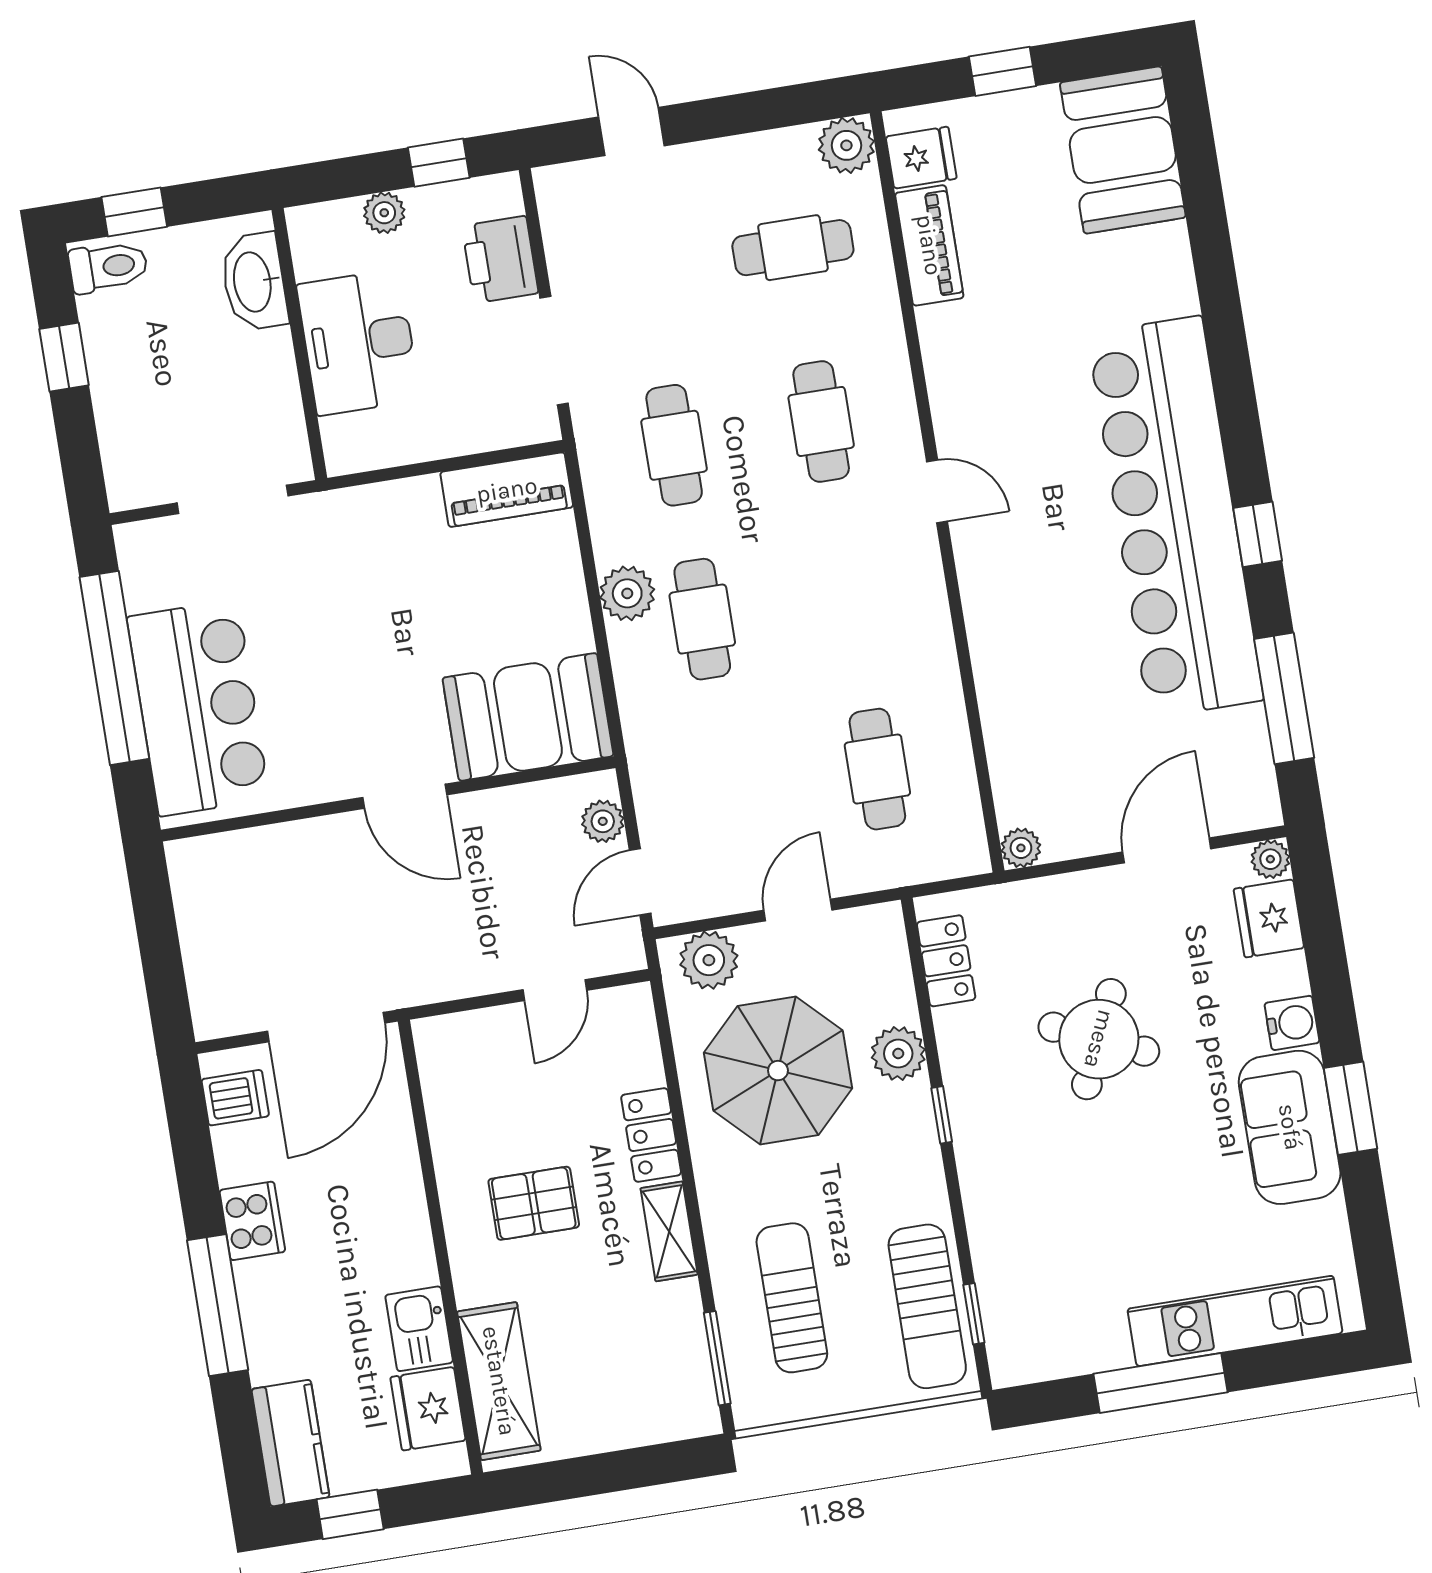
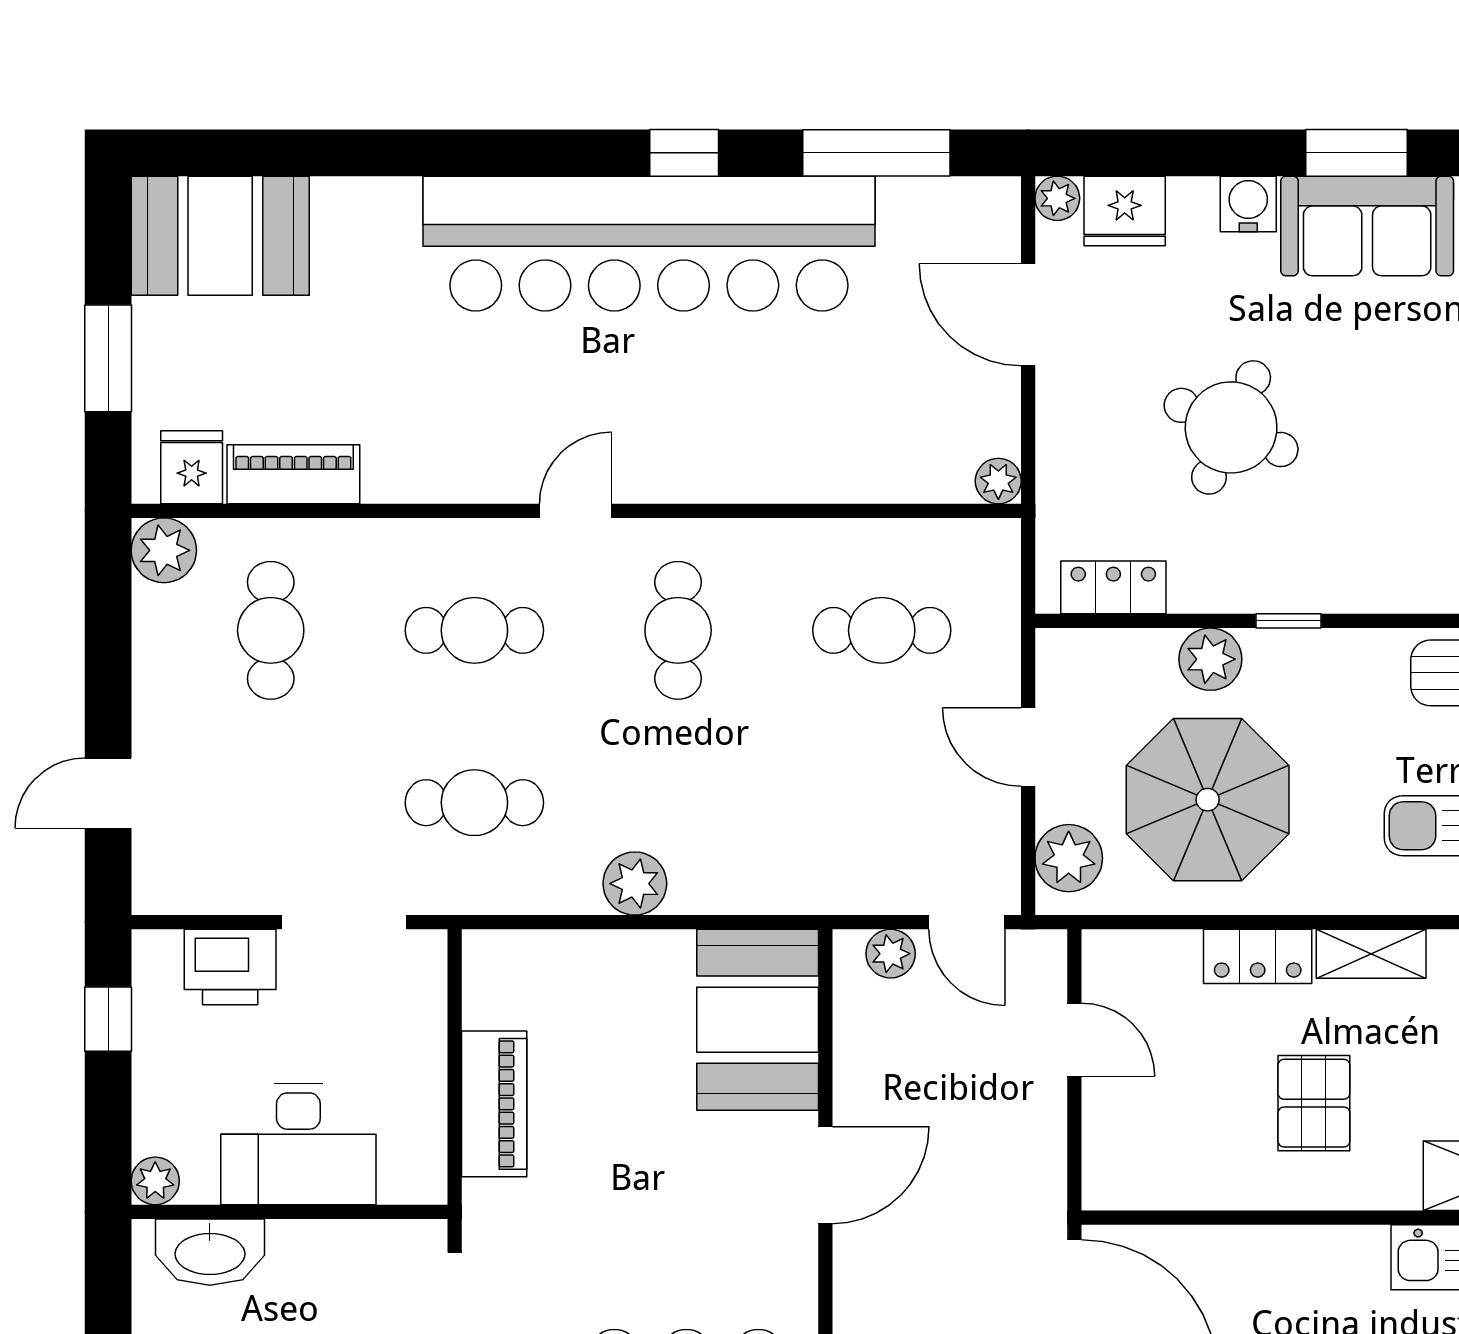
window: (1003, 71) -> (108, 358), width x1.50
plant: (384, 213) -> (155, 1181), moved
piano: (507, 490) -> (494, 1104), moved
cafe table: (702, 619) -> (678, 630), moved, turned 90

